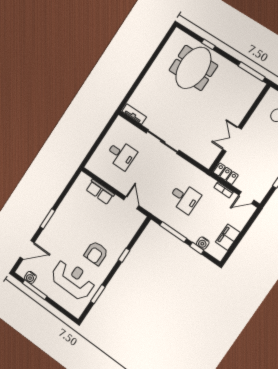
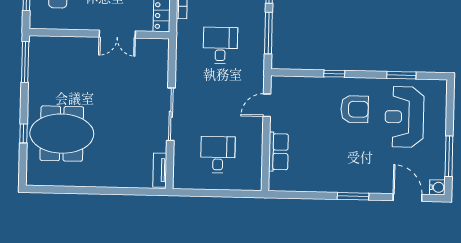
water cooler: (30, 277) -> (437, 187), moved

